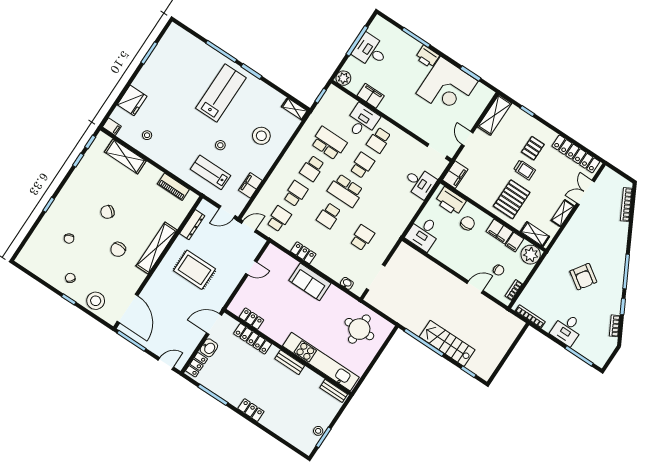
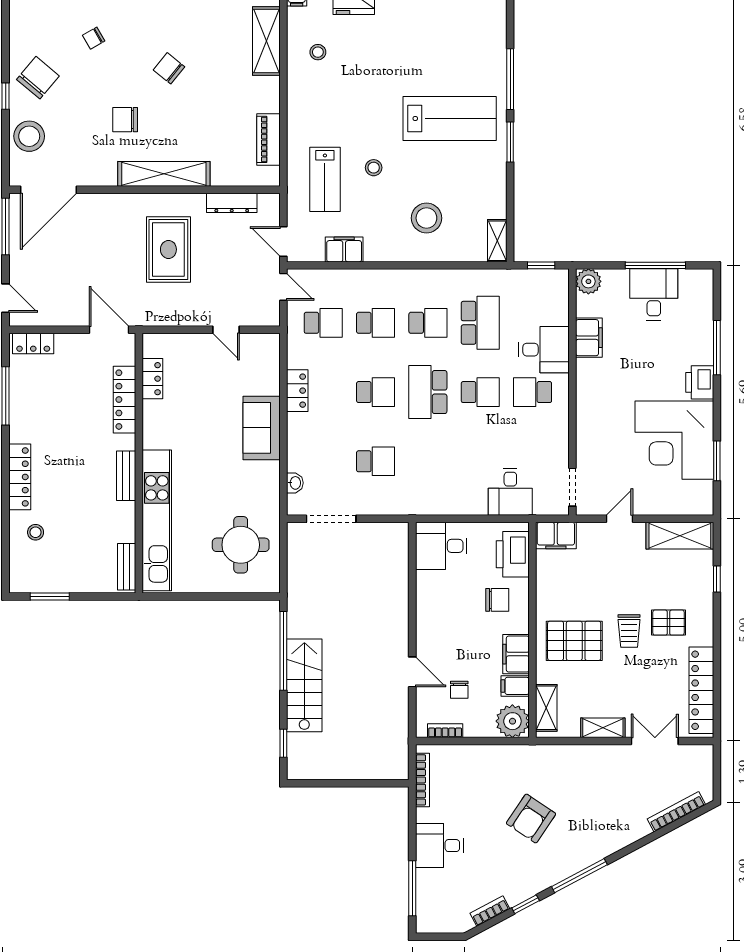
school desk: (312, 168) -> (428, 323), turned 180
lab bench: (210, 172) -> (325, 179), turned 180
school desk: (329, 216) -> (376, 392), turned 180
chair: (70, 278) -> (38, 78), width x1.87, depth x1.87
washbasin: (209, 348) -> (70, 345), removed
locker: (251, 410) -> (20, 477), width x1.53
stool: (318, 431) -> (36, 532), moved

